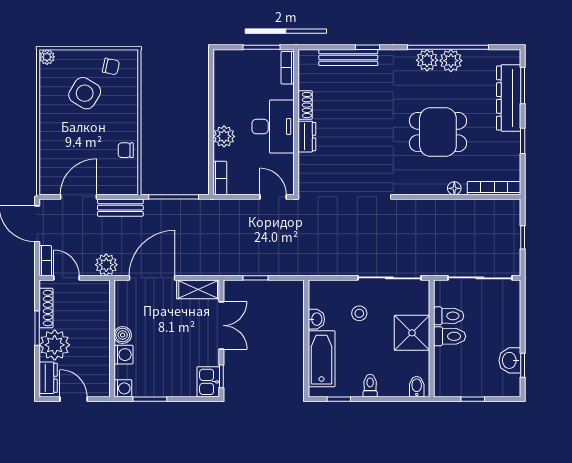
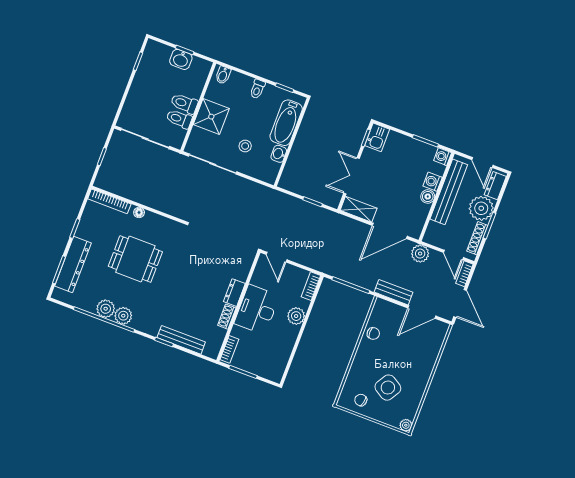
bench: (100, 350) -> (449, 192), added
washbasin: (510, 360) -> (181, 59), moved, turned 90

